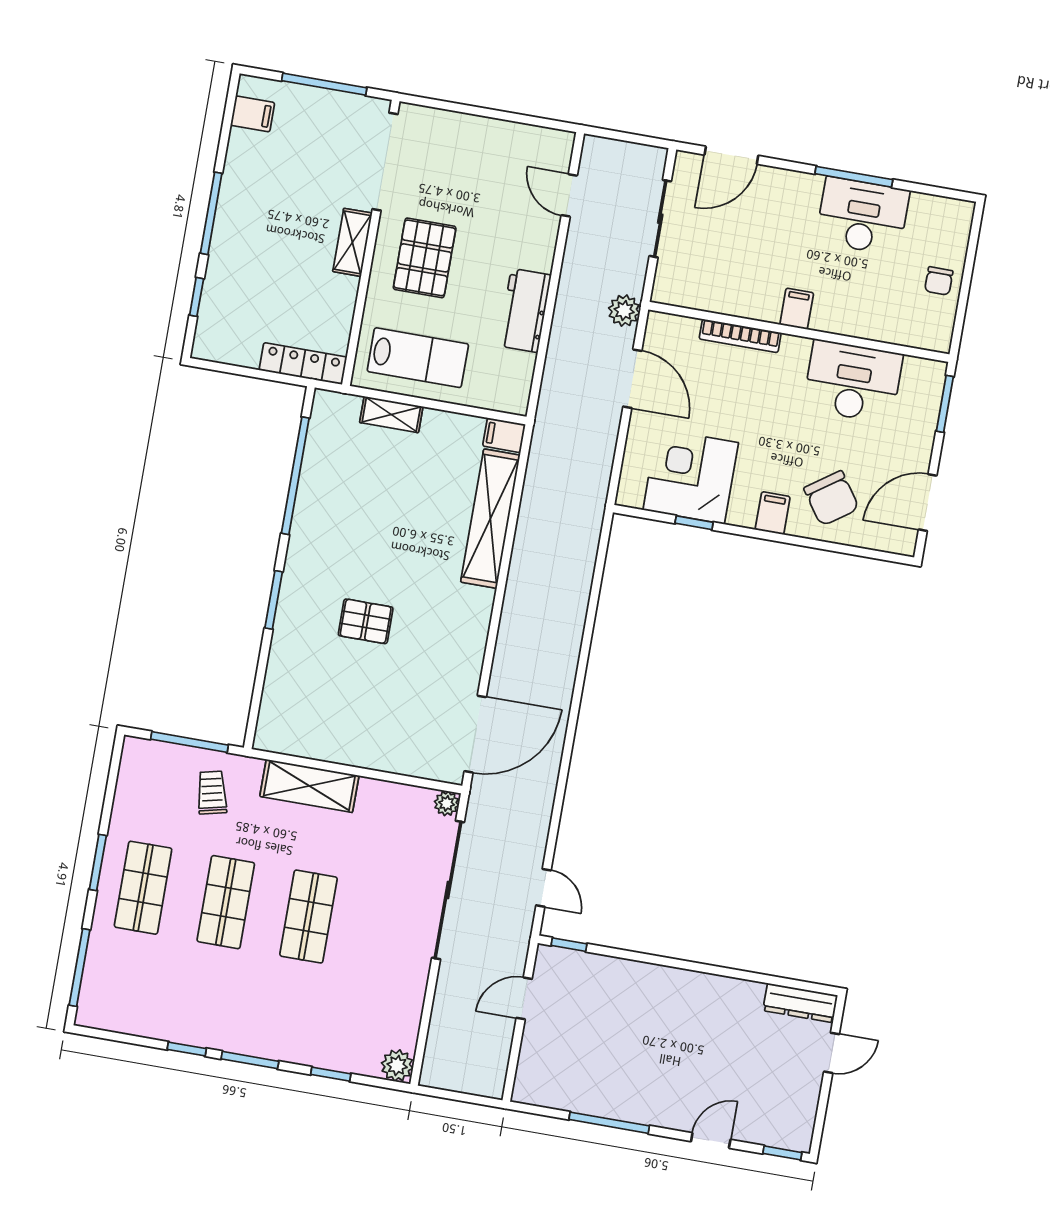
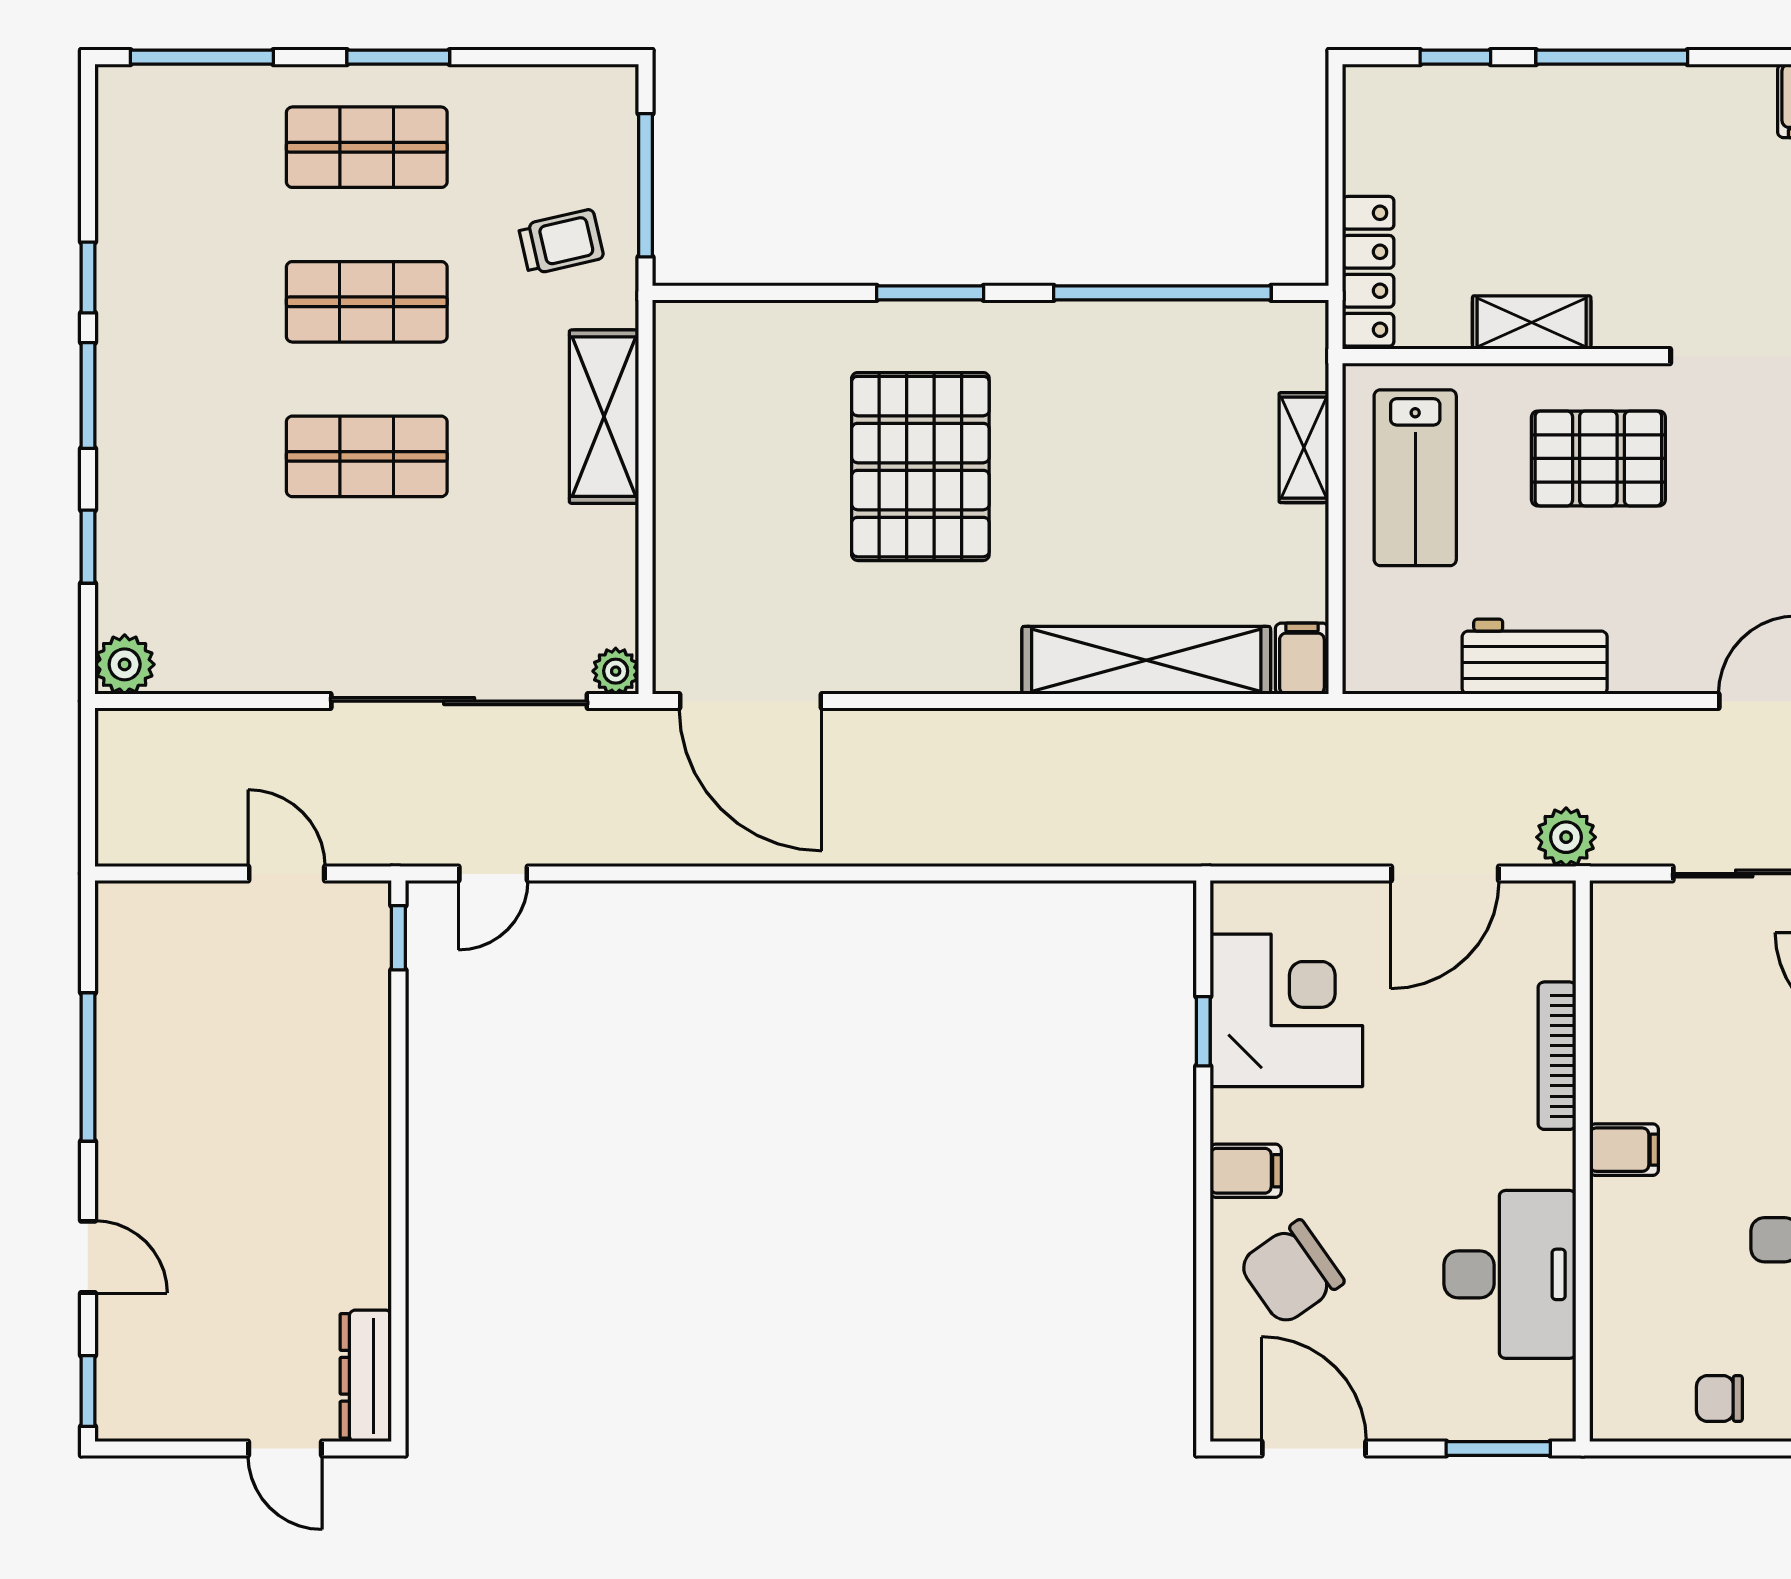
shelving: (352, 242) -> (1532, 323), moved
pallet: (366, 621) -> (920, 467), width x2.05, depth x2.00

